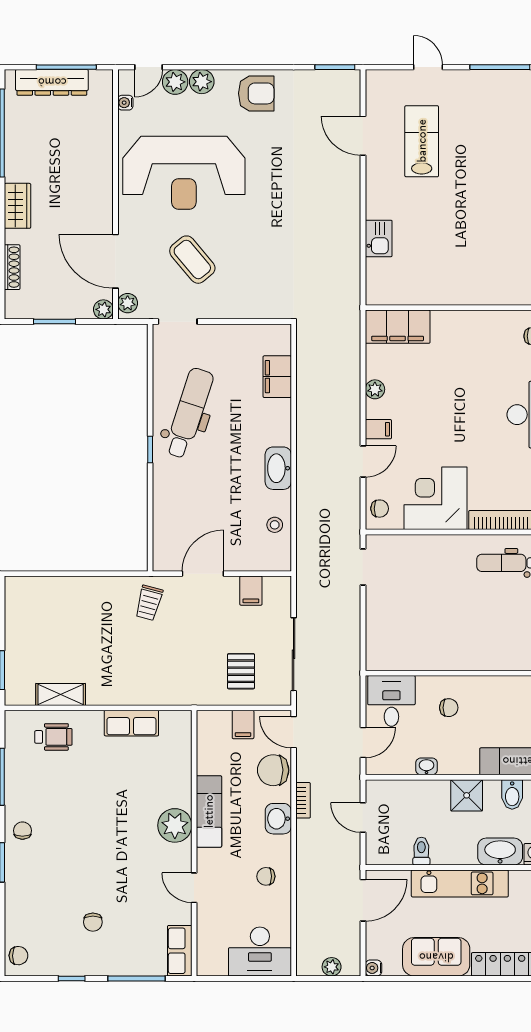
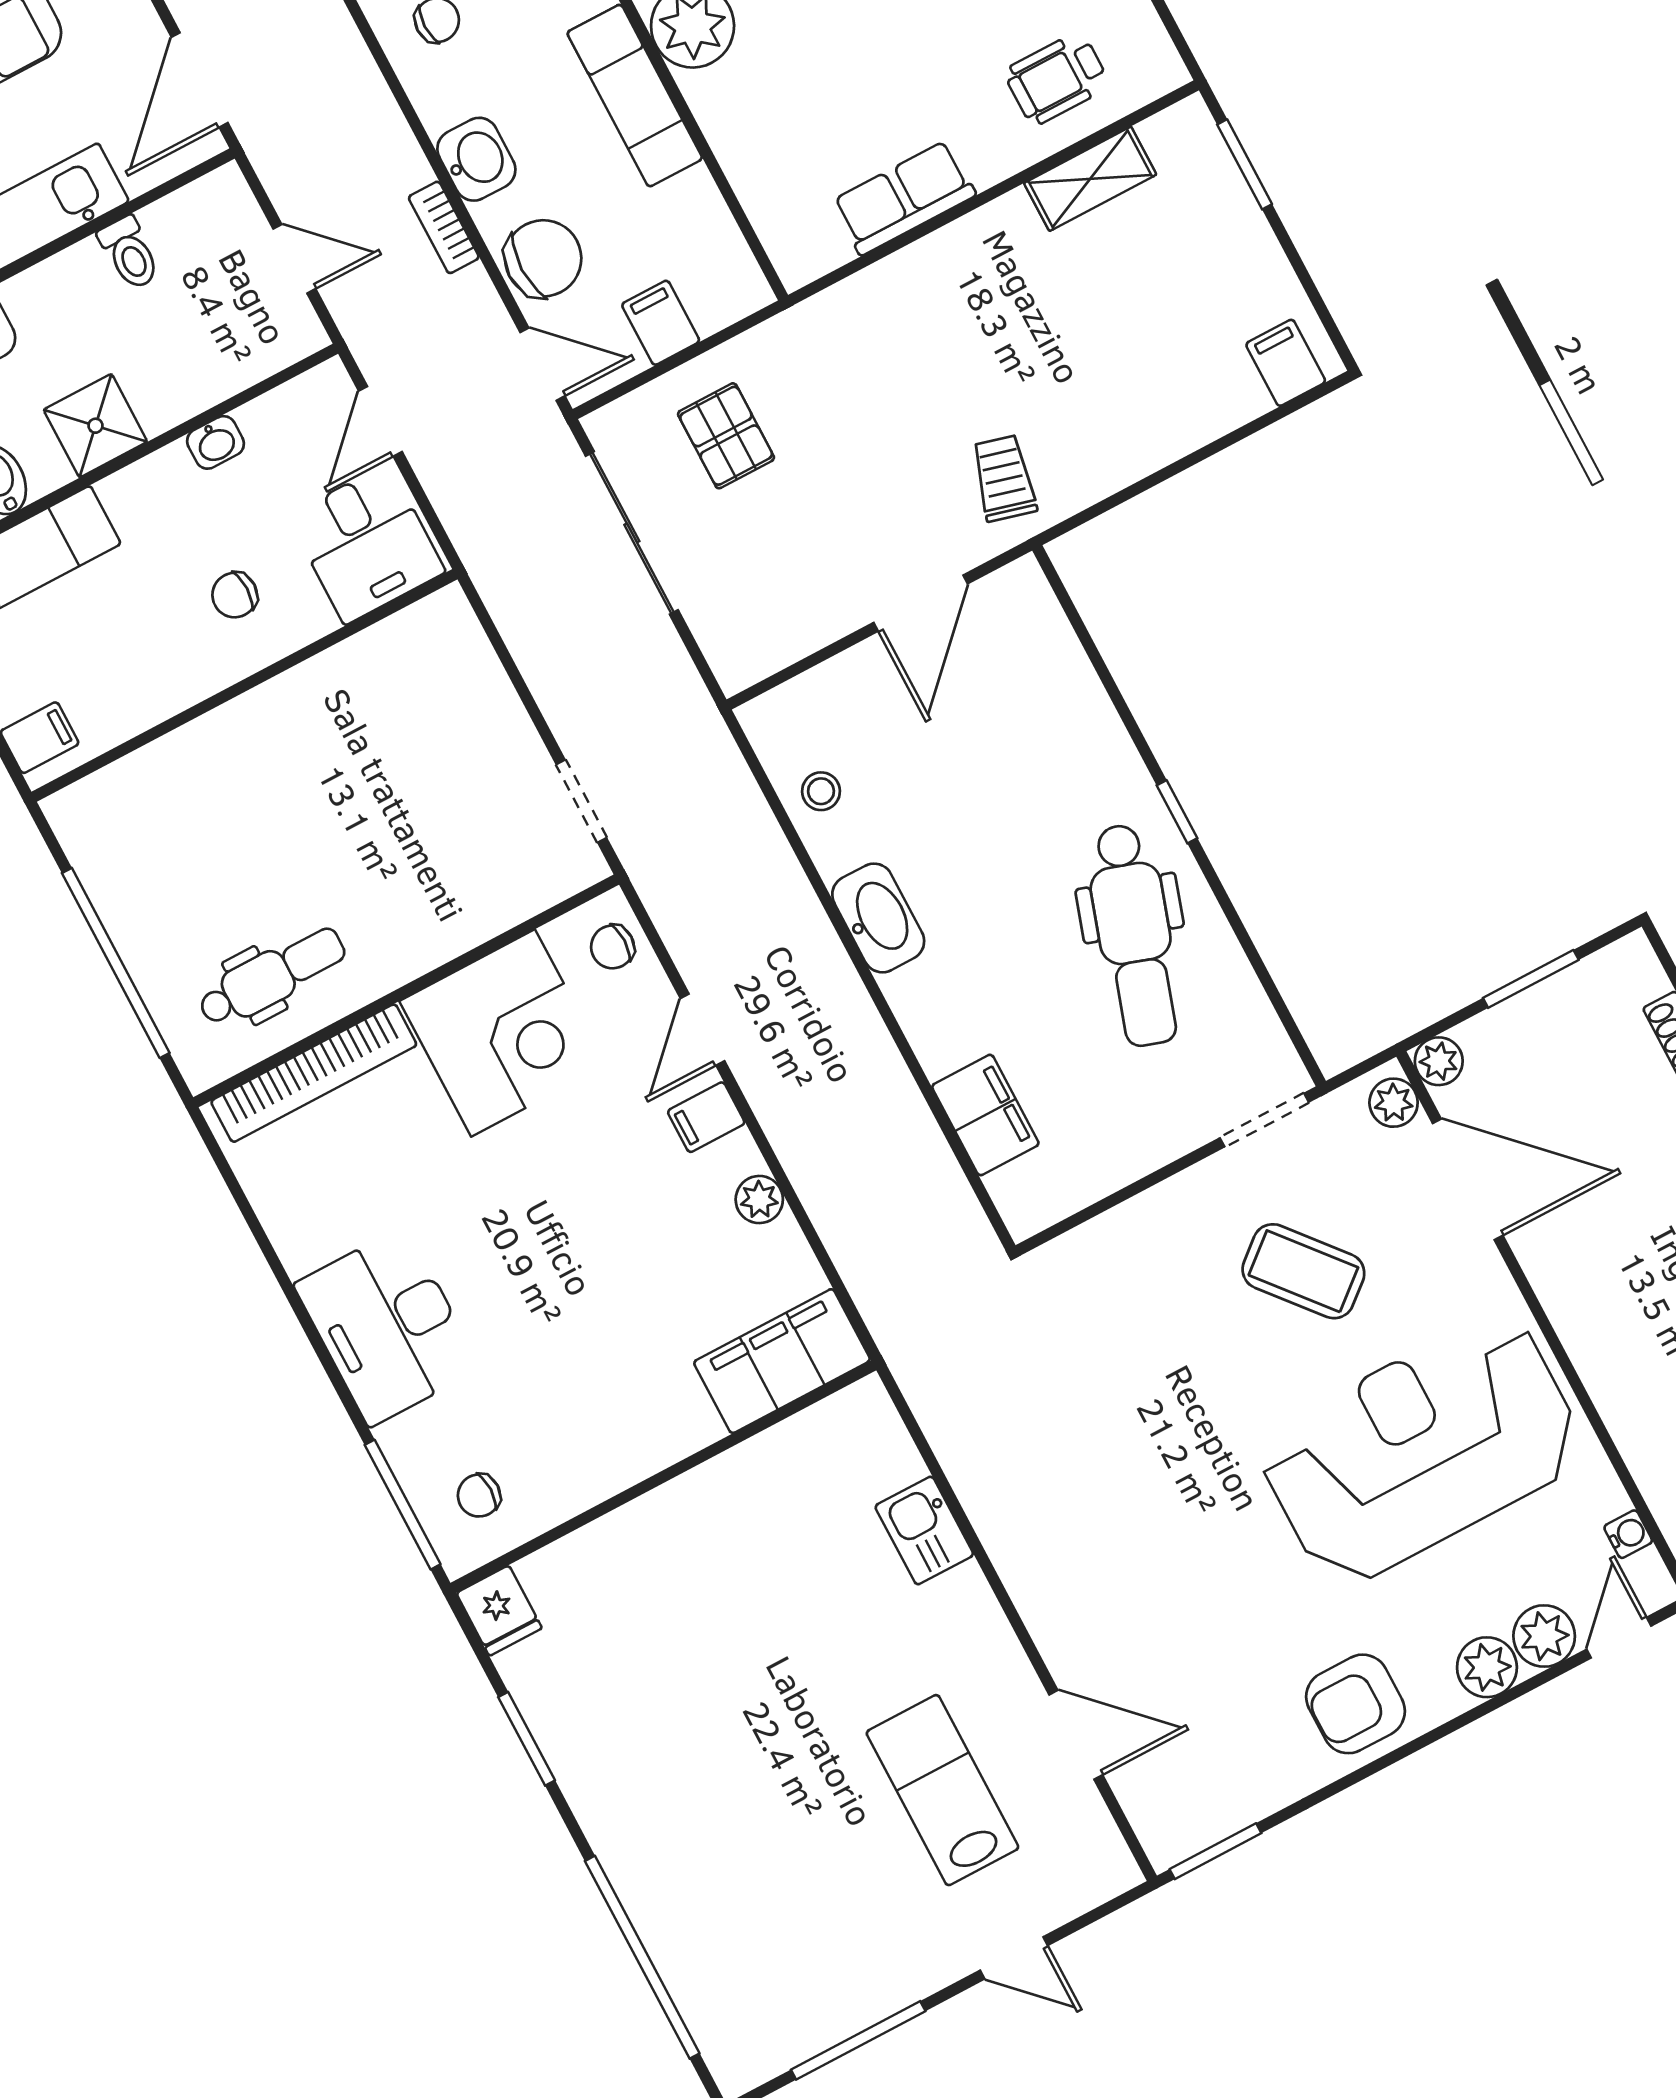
lab bench: (422, 141) -> (942, 1790), turned 180
filing cabinet: (251, 591) -> (1286, 363), moved

